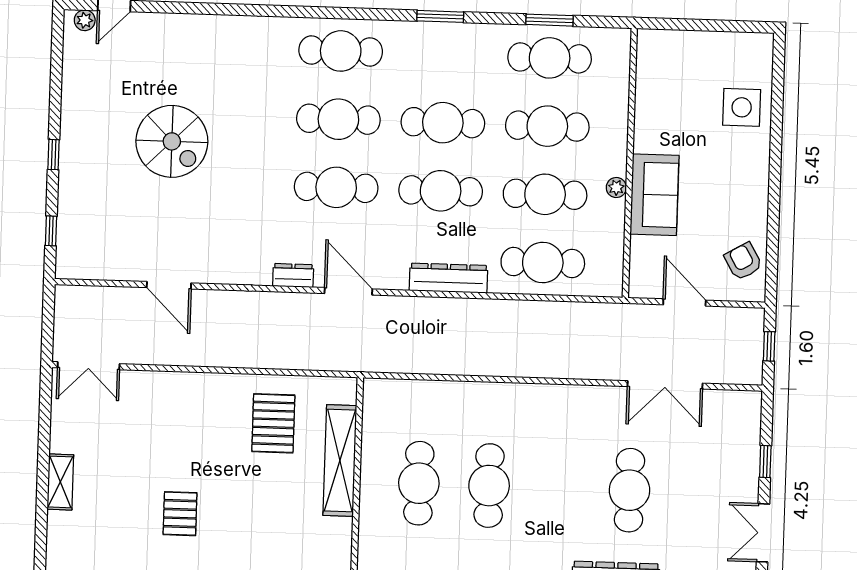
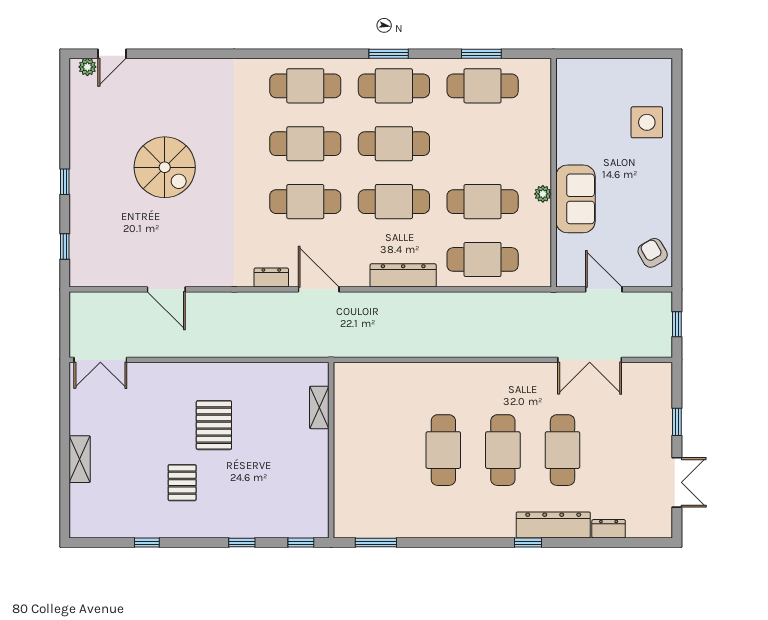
cafe table: (547, 126) -> (394, 86), moved
pallet: (273, 423) -> (214, 425), moved
shelving: (340, 460) -> (319, 407), width x0.45, depth x0.75
cafe table: (419, 483) -> (503, 450), moved
double door: (763, 533) -> (677, 482), swing flipped

